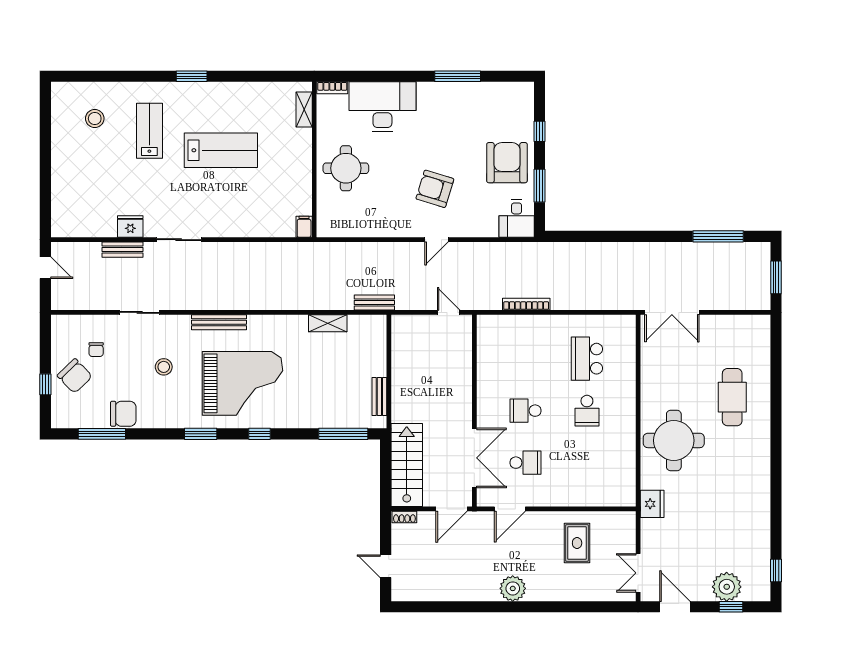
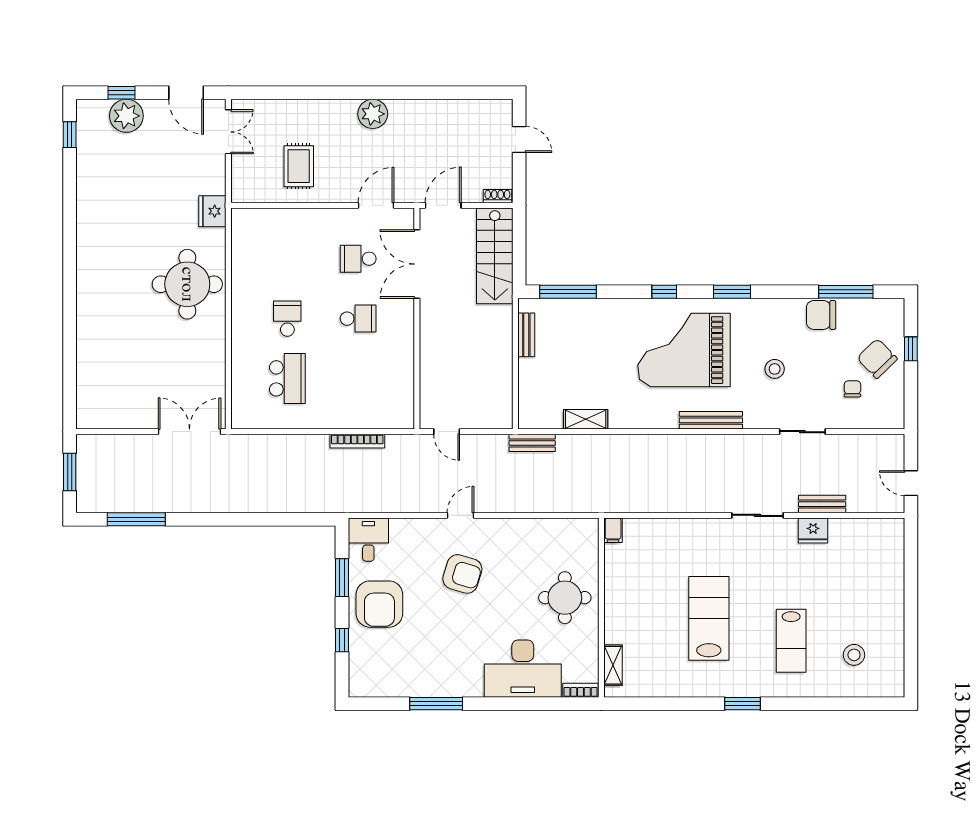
lab bench: (221, 150) -> (709, 618), turned 90
cafe table: (732, 397) -> (120, 334), removed

